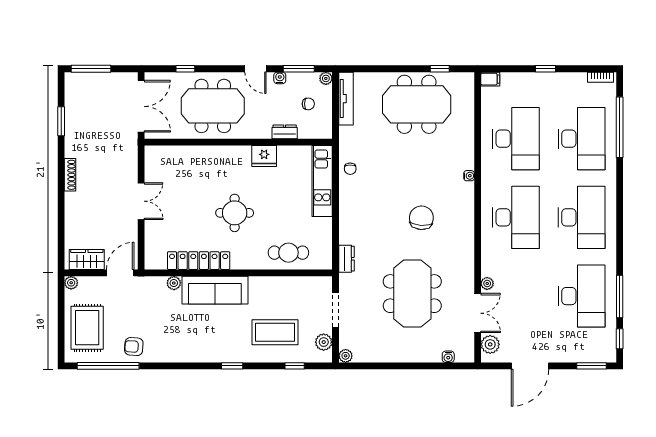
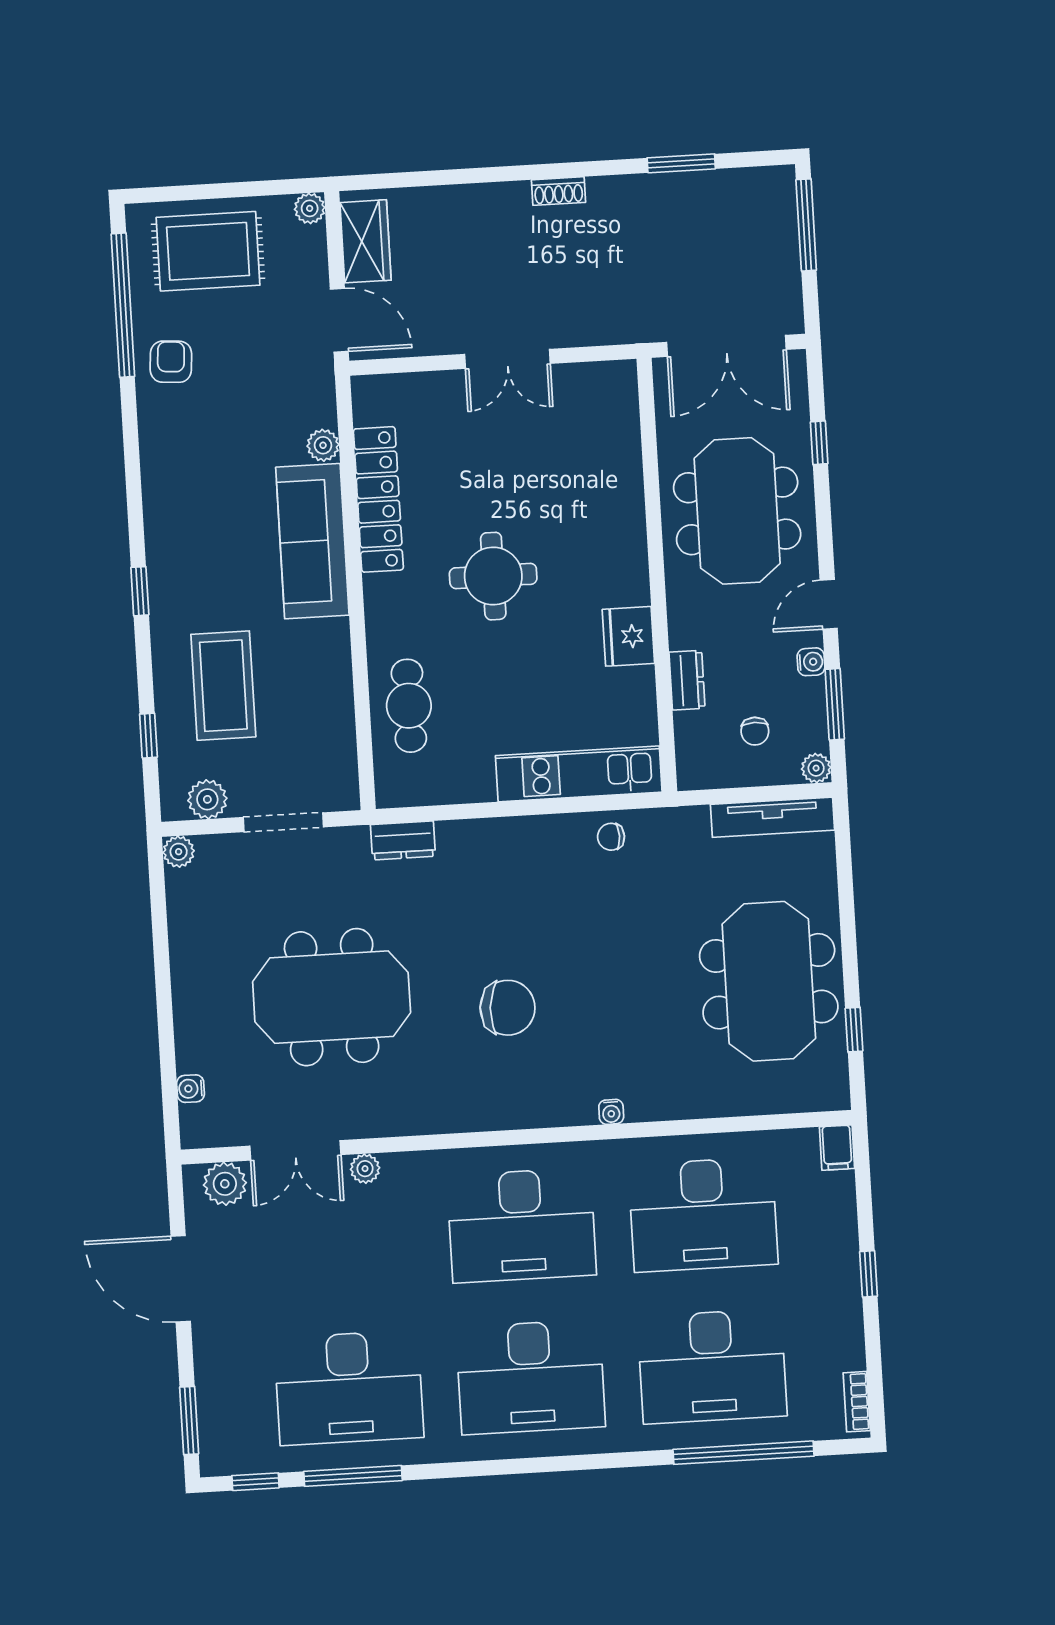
shoe rack: (70, 175) -> (559, 191), width x0.70

